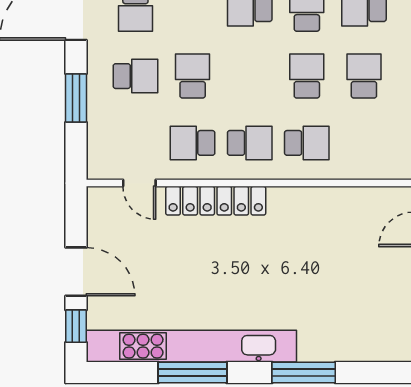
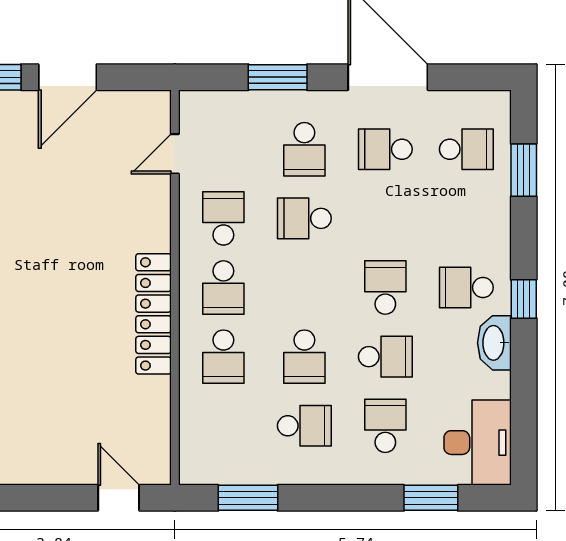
school desk: (193, 76) -> (304, 218), turned 180
school desk: (307, 76) -> (304, 357), turned 90
locker: (216, 201) -> (154, 314), moved

